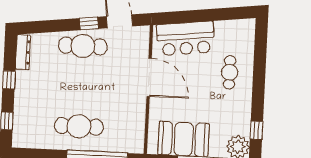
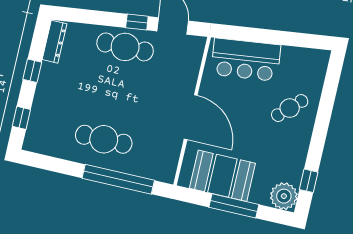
cafe table: (230, 72) -> (290, 108), turned 46
door: (149, 77) -> (191, 117), moved

